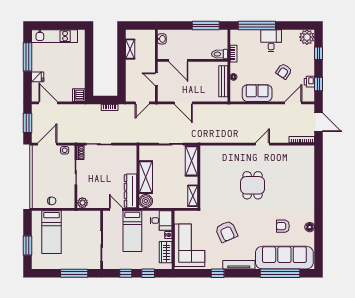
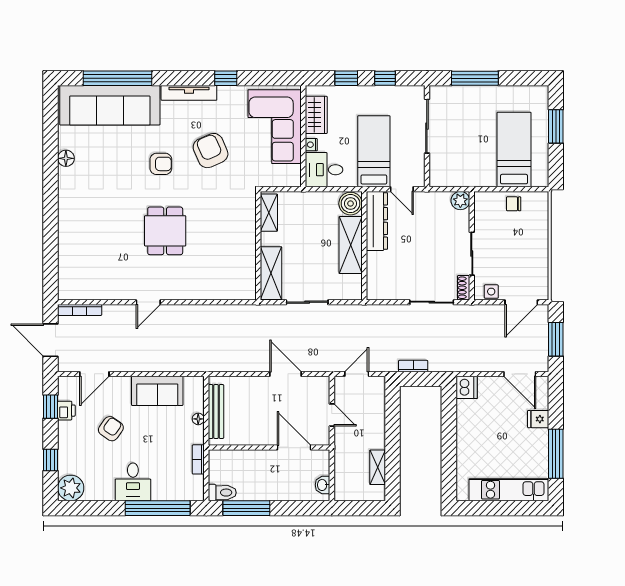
toilet: (220, 54) -> (222, 493), moved
armchair: (283, 226) -> (161, 164), moved

